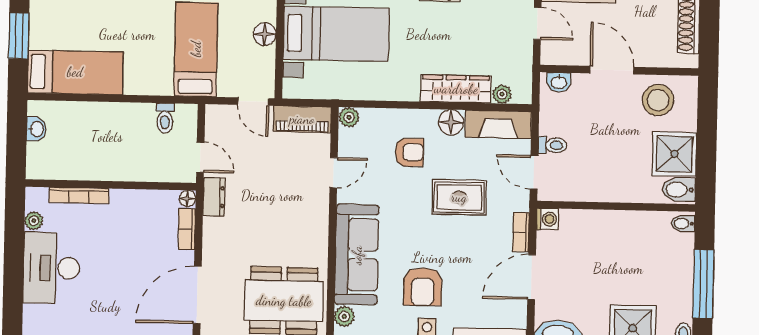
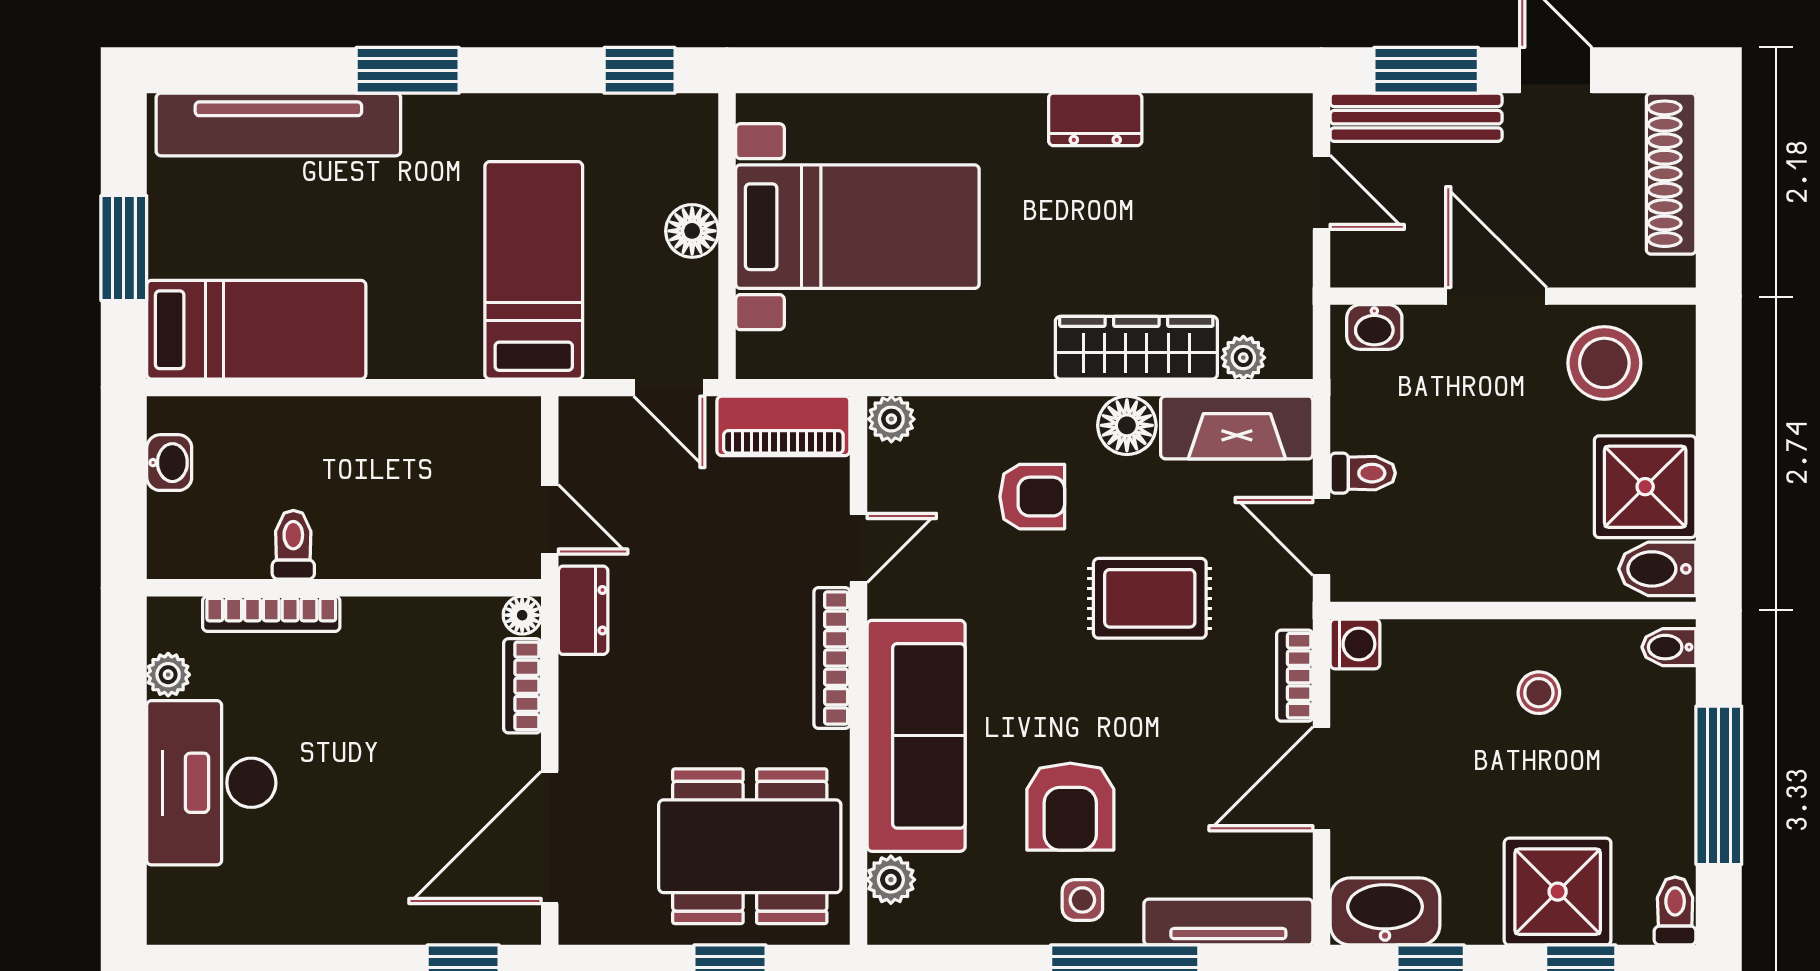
toilet: (165, 118) -> (293, 545), moved, turned 180
bookcase: (321, 220) -> (832, 658), added
stool: (626, 242) -> (1539, 693), added

